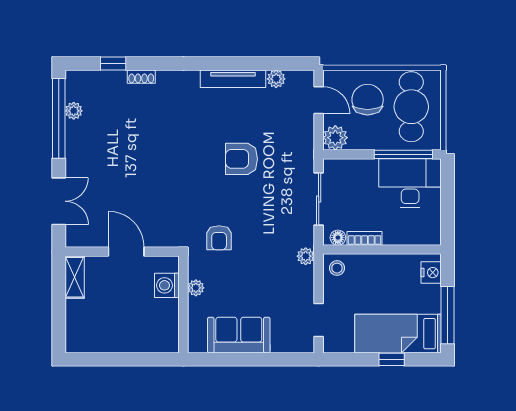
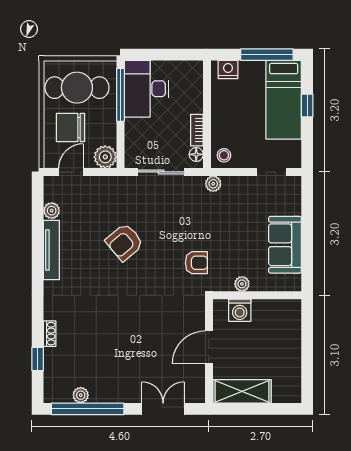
armchair: (242, 159) -> (124, 242), turned 50
shelving: (75, 277) -> (242, 391), width x1.50, depth x1.33

